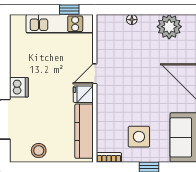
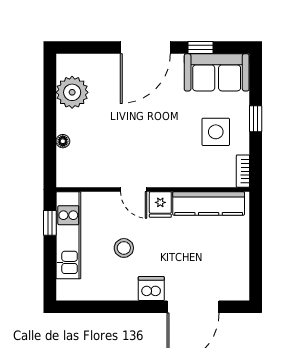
stool: (39, 151) -> (124, 248), moved

